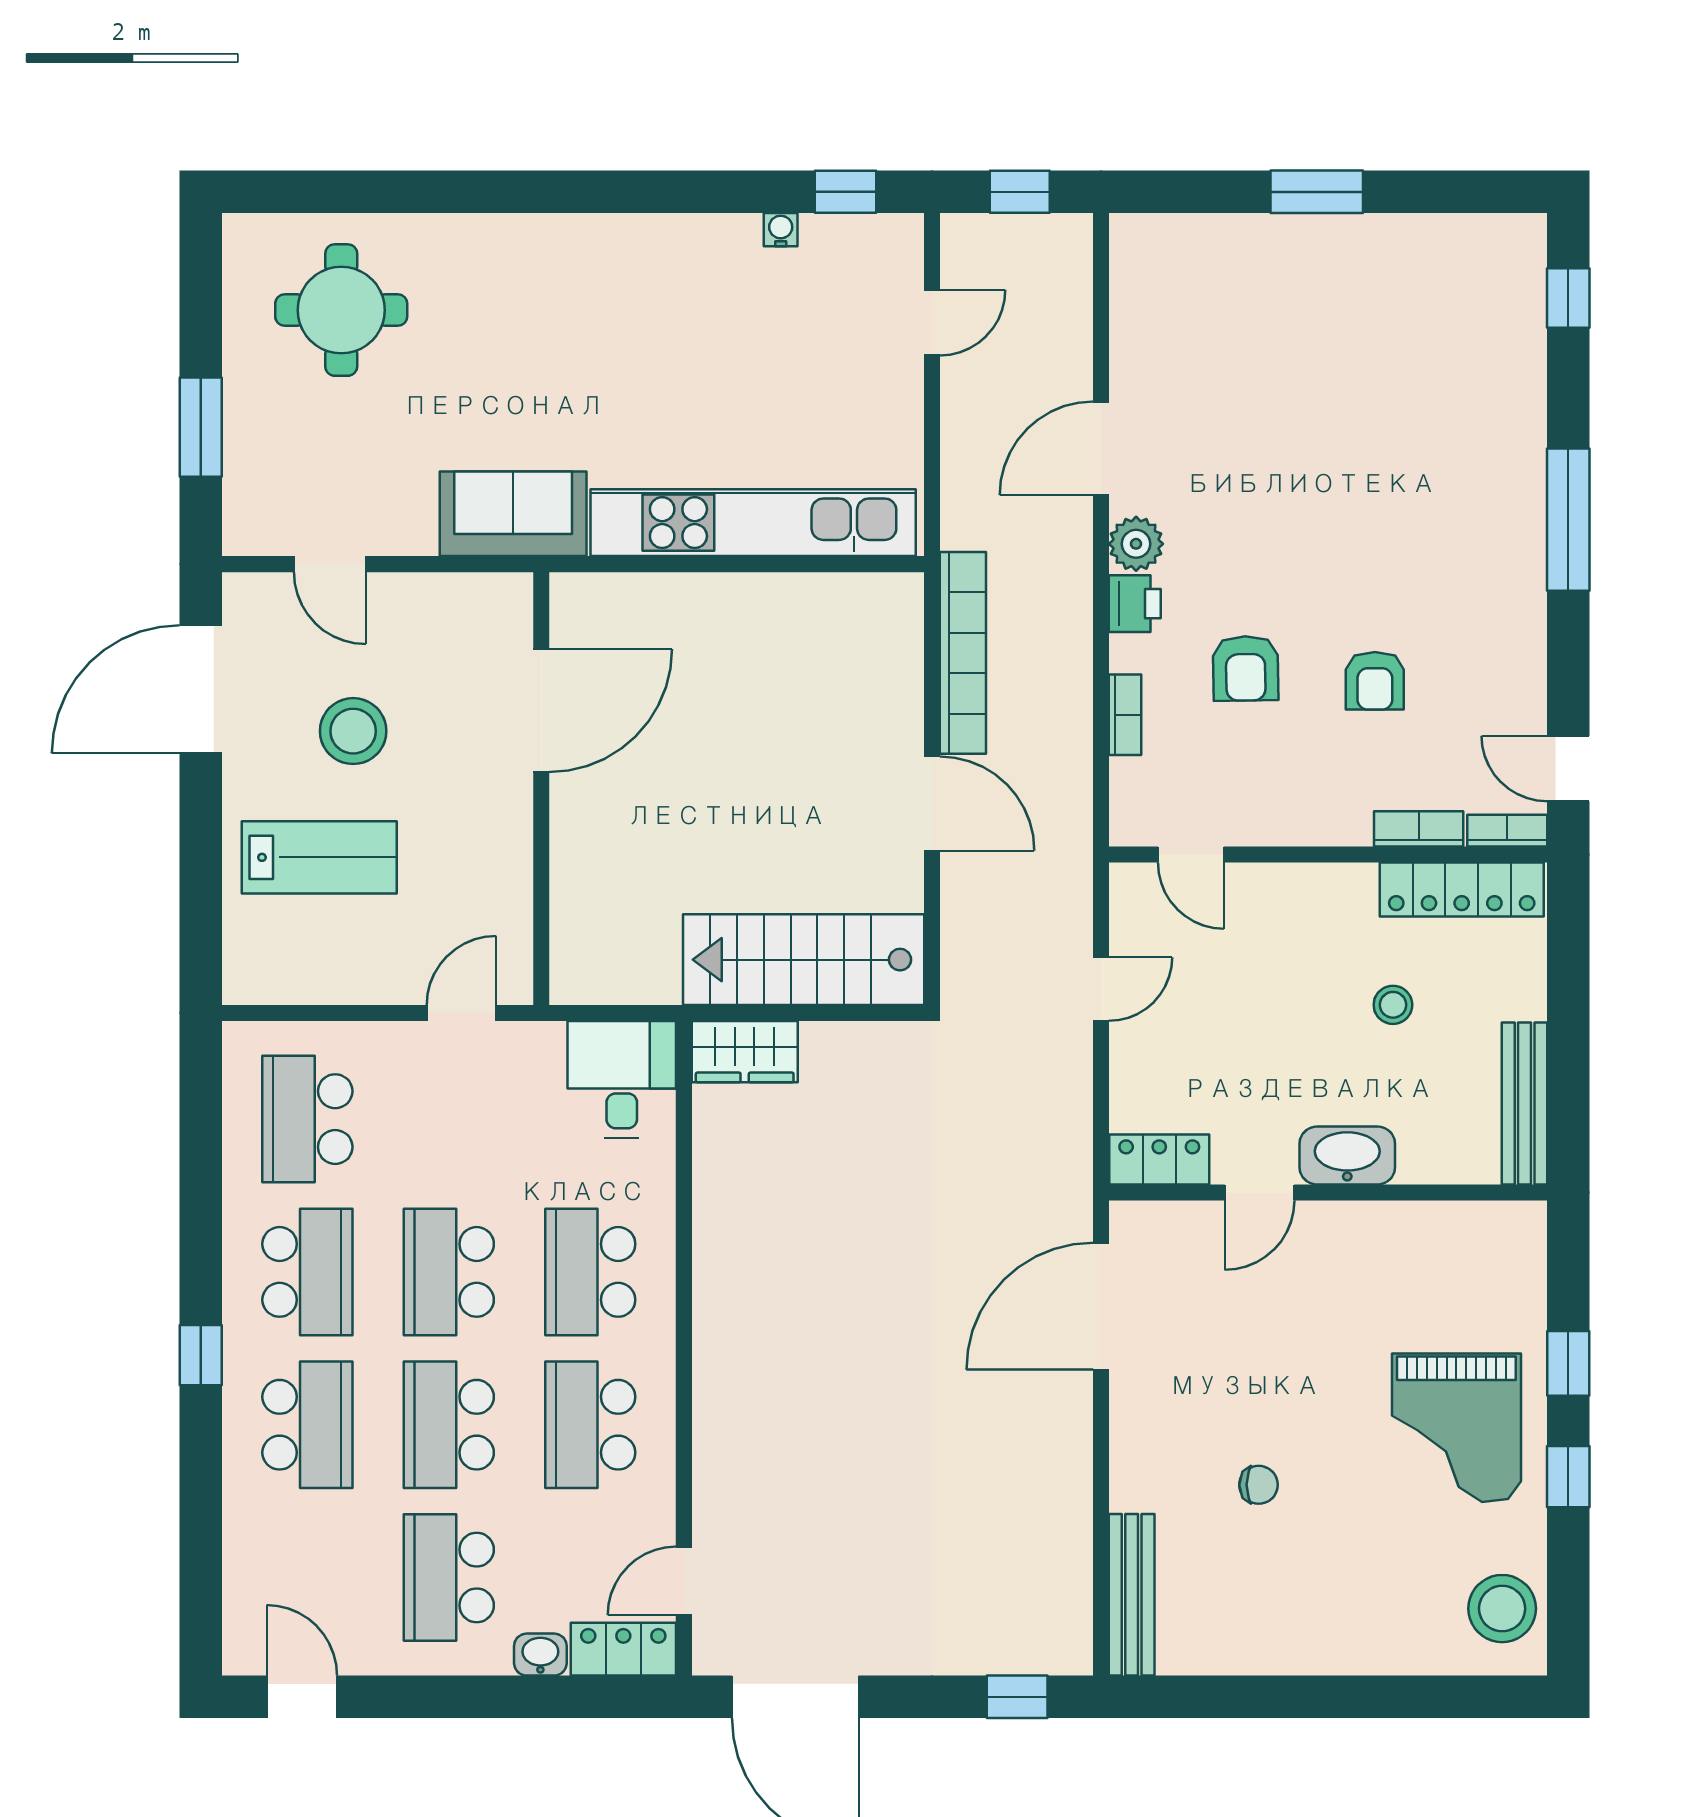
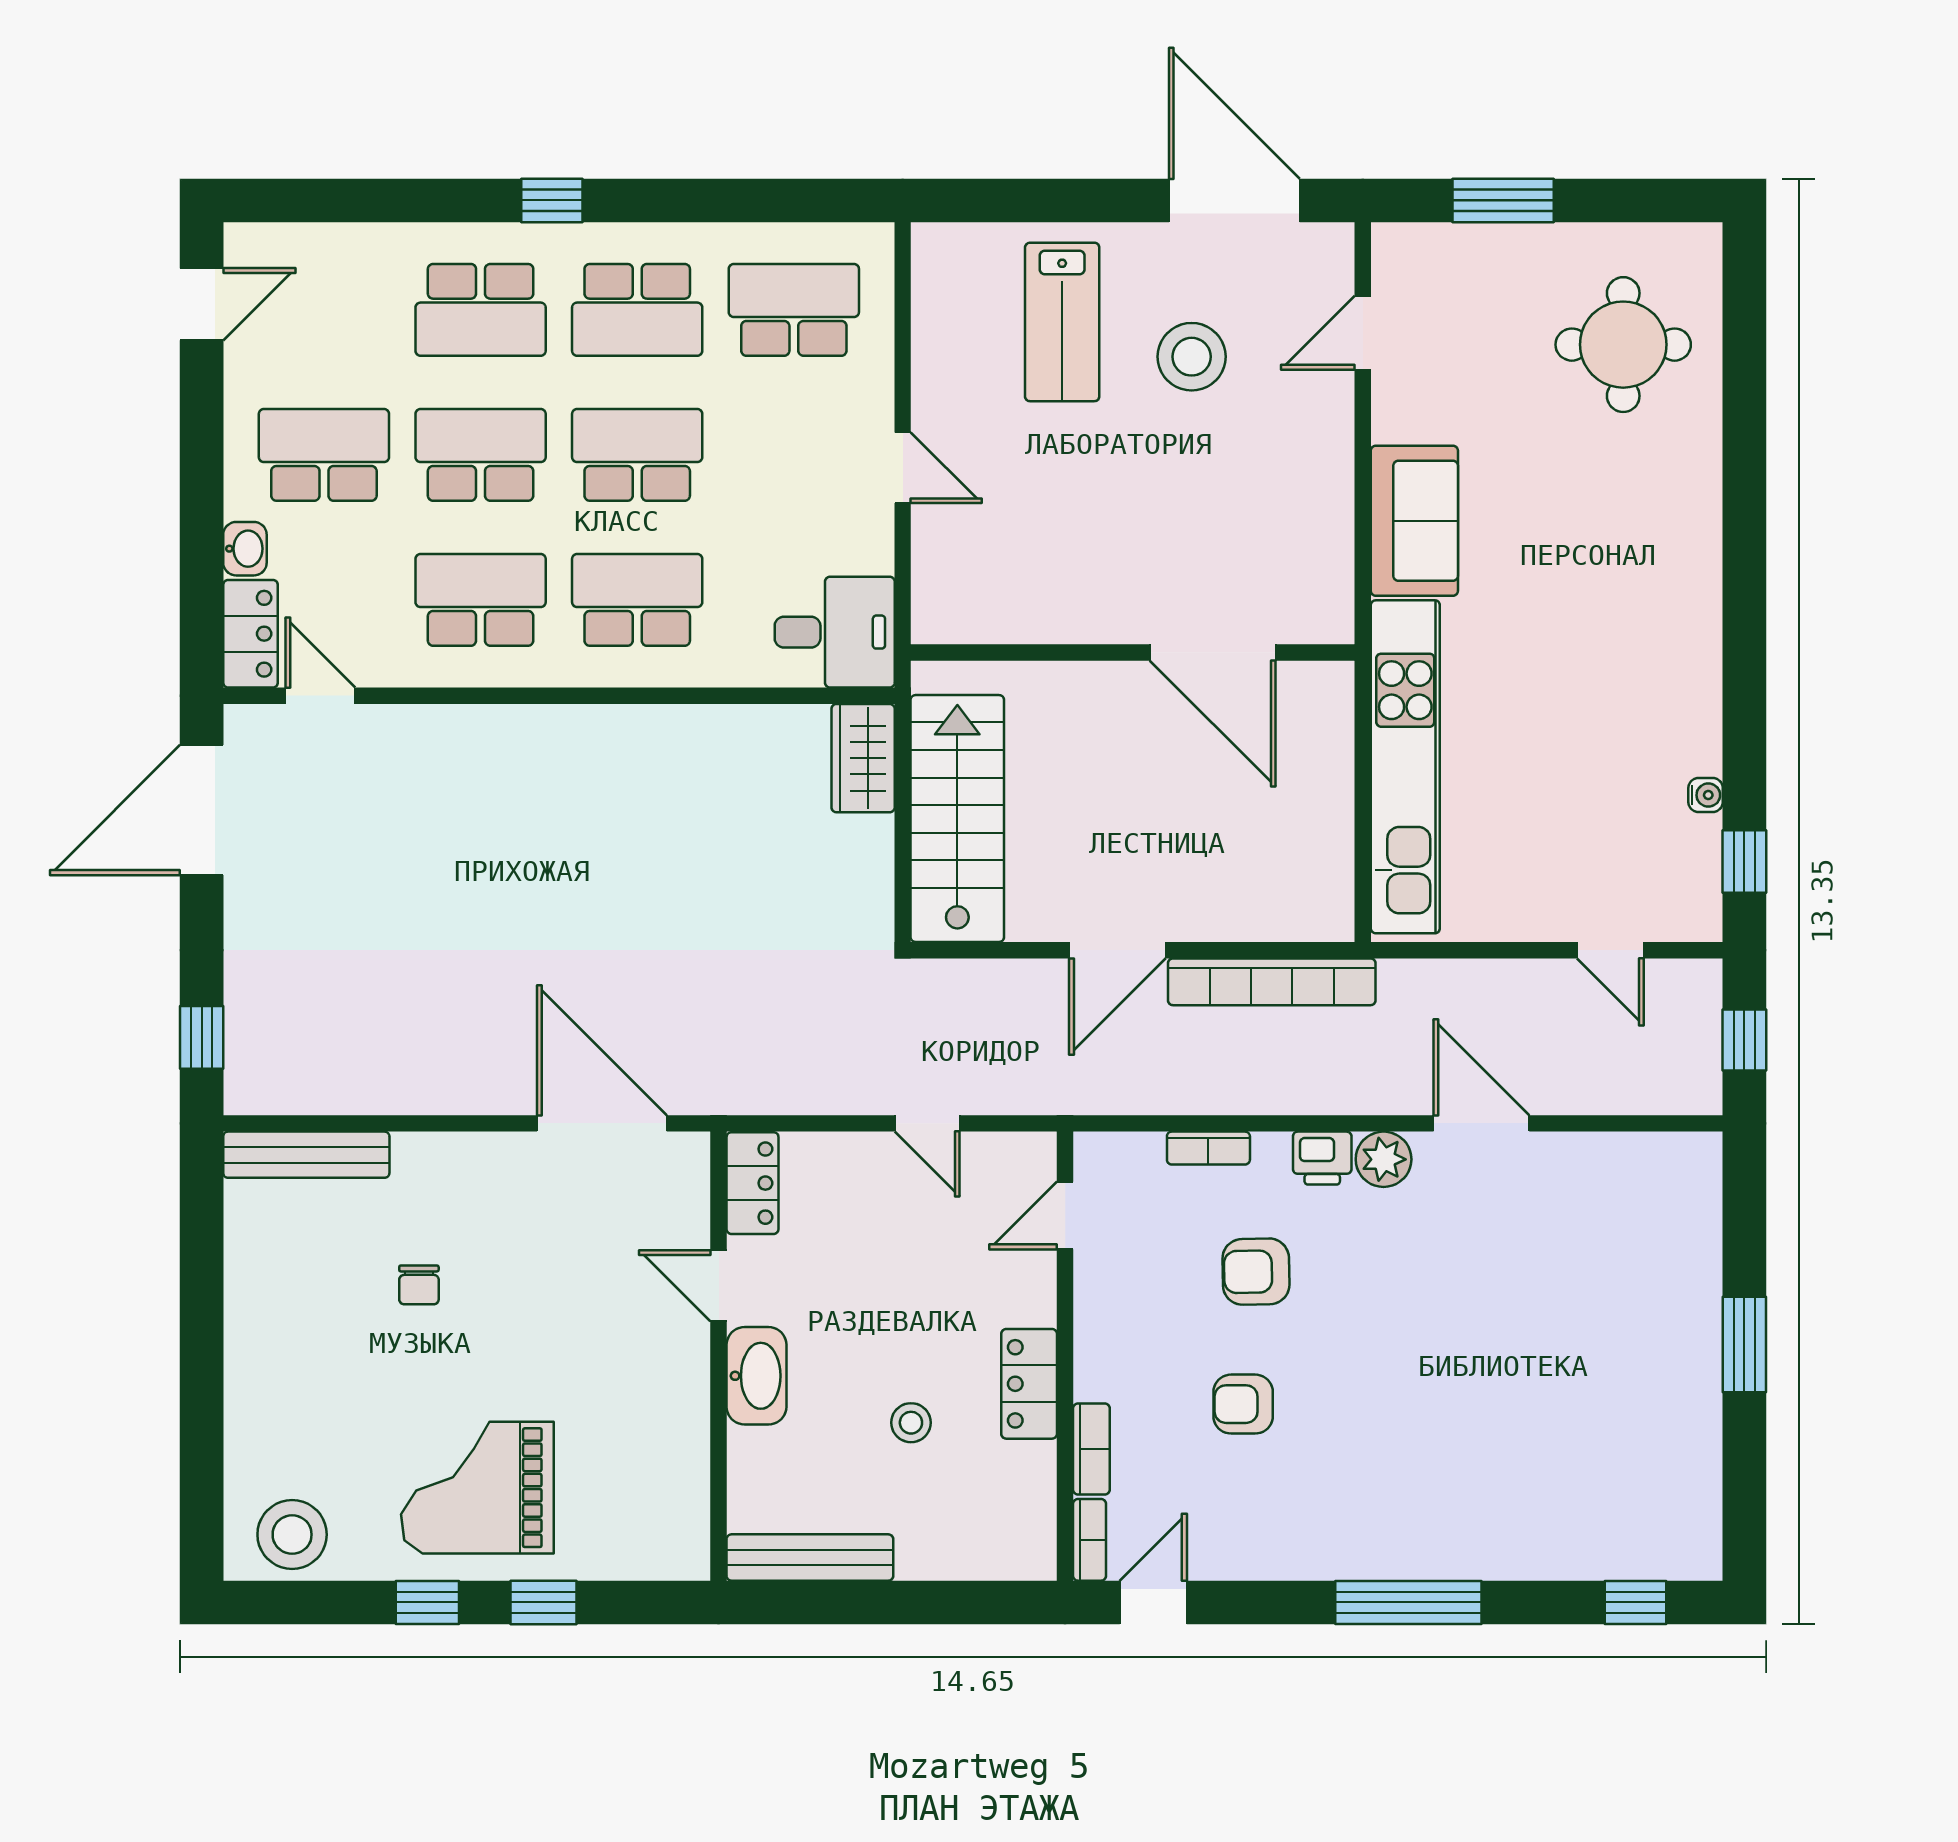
door: (541, 711) -> (1213, 652), moved
wall: (541, 789) -> (1133, 652), moved
locker: (1462, 890) -> (1029, 1384), moved, width x0.66

